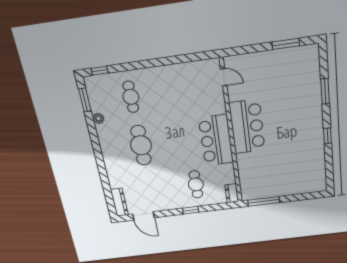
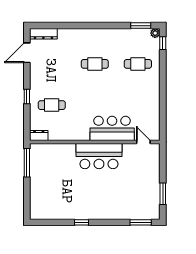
door: (224, 77) -> (143, 142), swing flipped
window: (325, 91) -> (141, 222), moved
plant: (98, 118) -> (155, 33), moved
bar counter: (216, 140) -> (112, 128), moved
cafe table: (141, 145) -> (95, 64), width x0.73, depth x0.74

